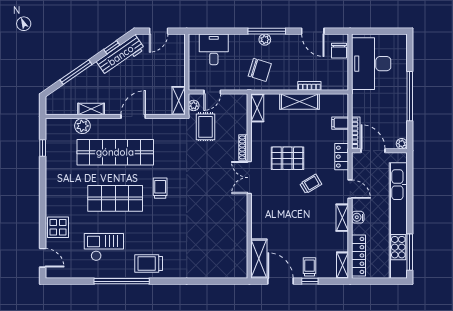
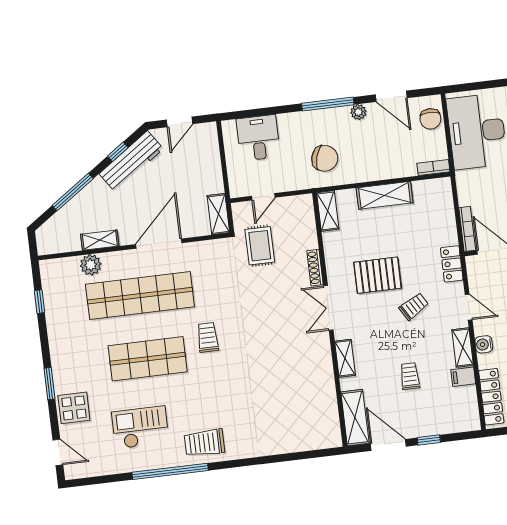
plant: (265, 40) -> (358, 112), moved
bookcase: (309, 86) -> (433, 167), moved
plant: (194, 105) -> (240, 218), removed
door: (133, 117) -> (159, 244), width x1.36
filing cabinet: (340, 123) -> (463, 377), moved
window: (43, 208) -> (49, 384), added
shelving: (343, 265) -> (345, 358), moved
trolley: (310, 267) -> (410, 376), moved

